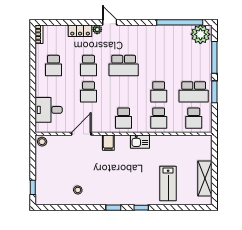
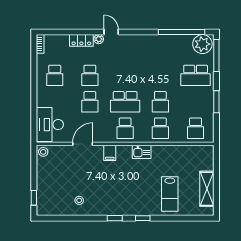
window: (214, 57) -> (216, 56), moved
school desk: (124, 66) -> (125, 102), moved
school desk: (194, 92) -> (196, 75), moved
desk: (49, 110) -> (50, 125), width x1.37

